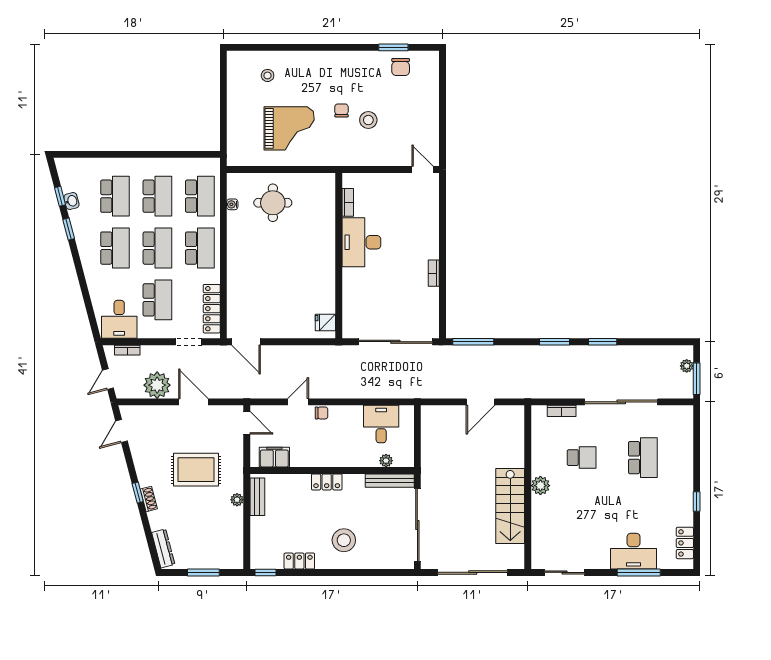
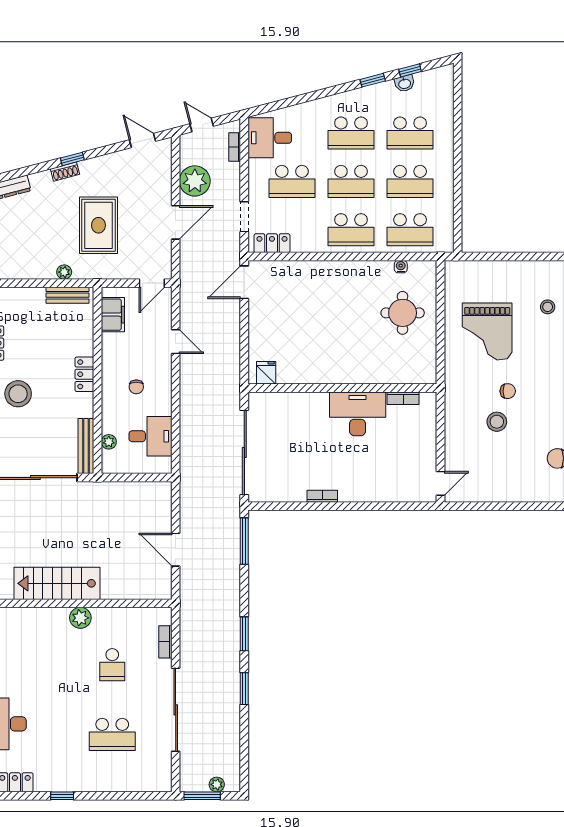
locker: (212, 309) -> (272, 243), width x0.66
chair: (322, 413) -> (136, 387), moved

